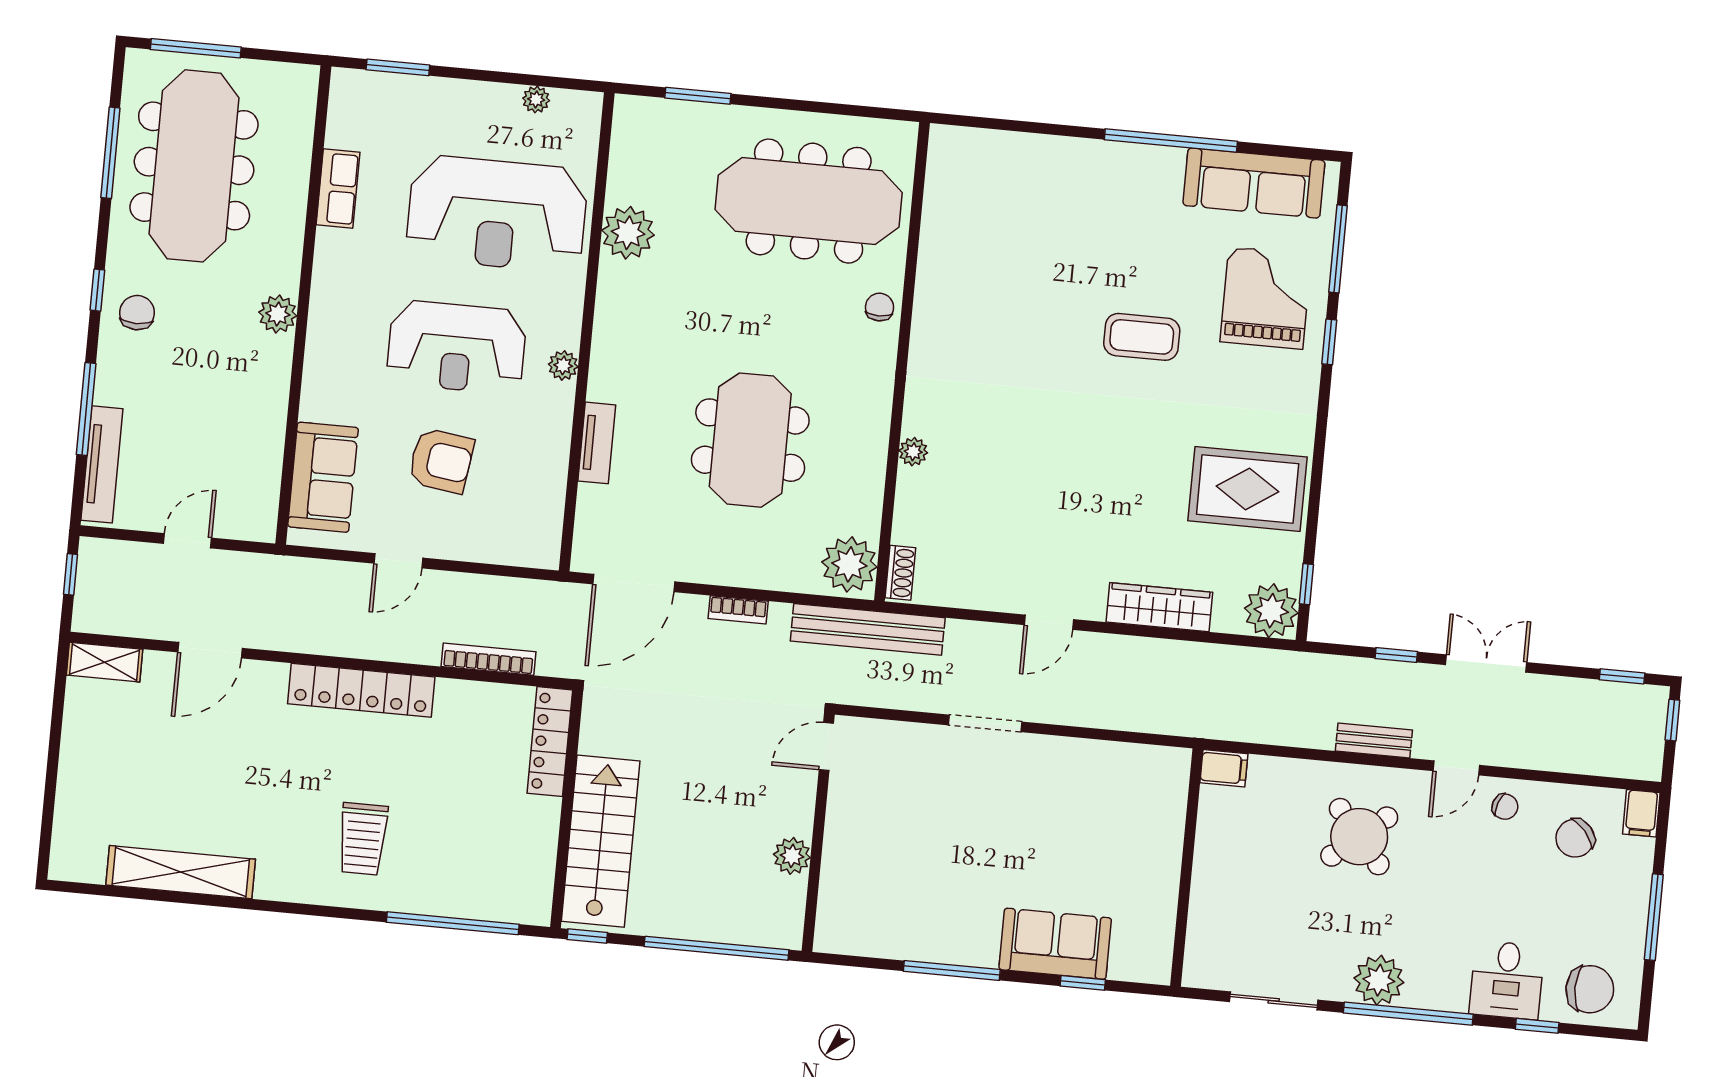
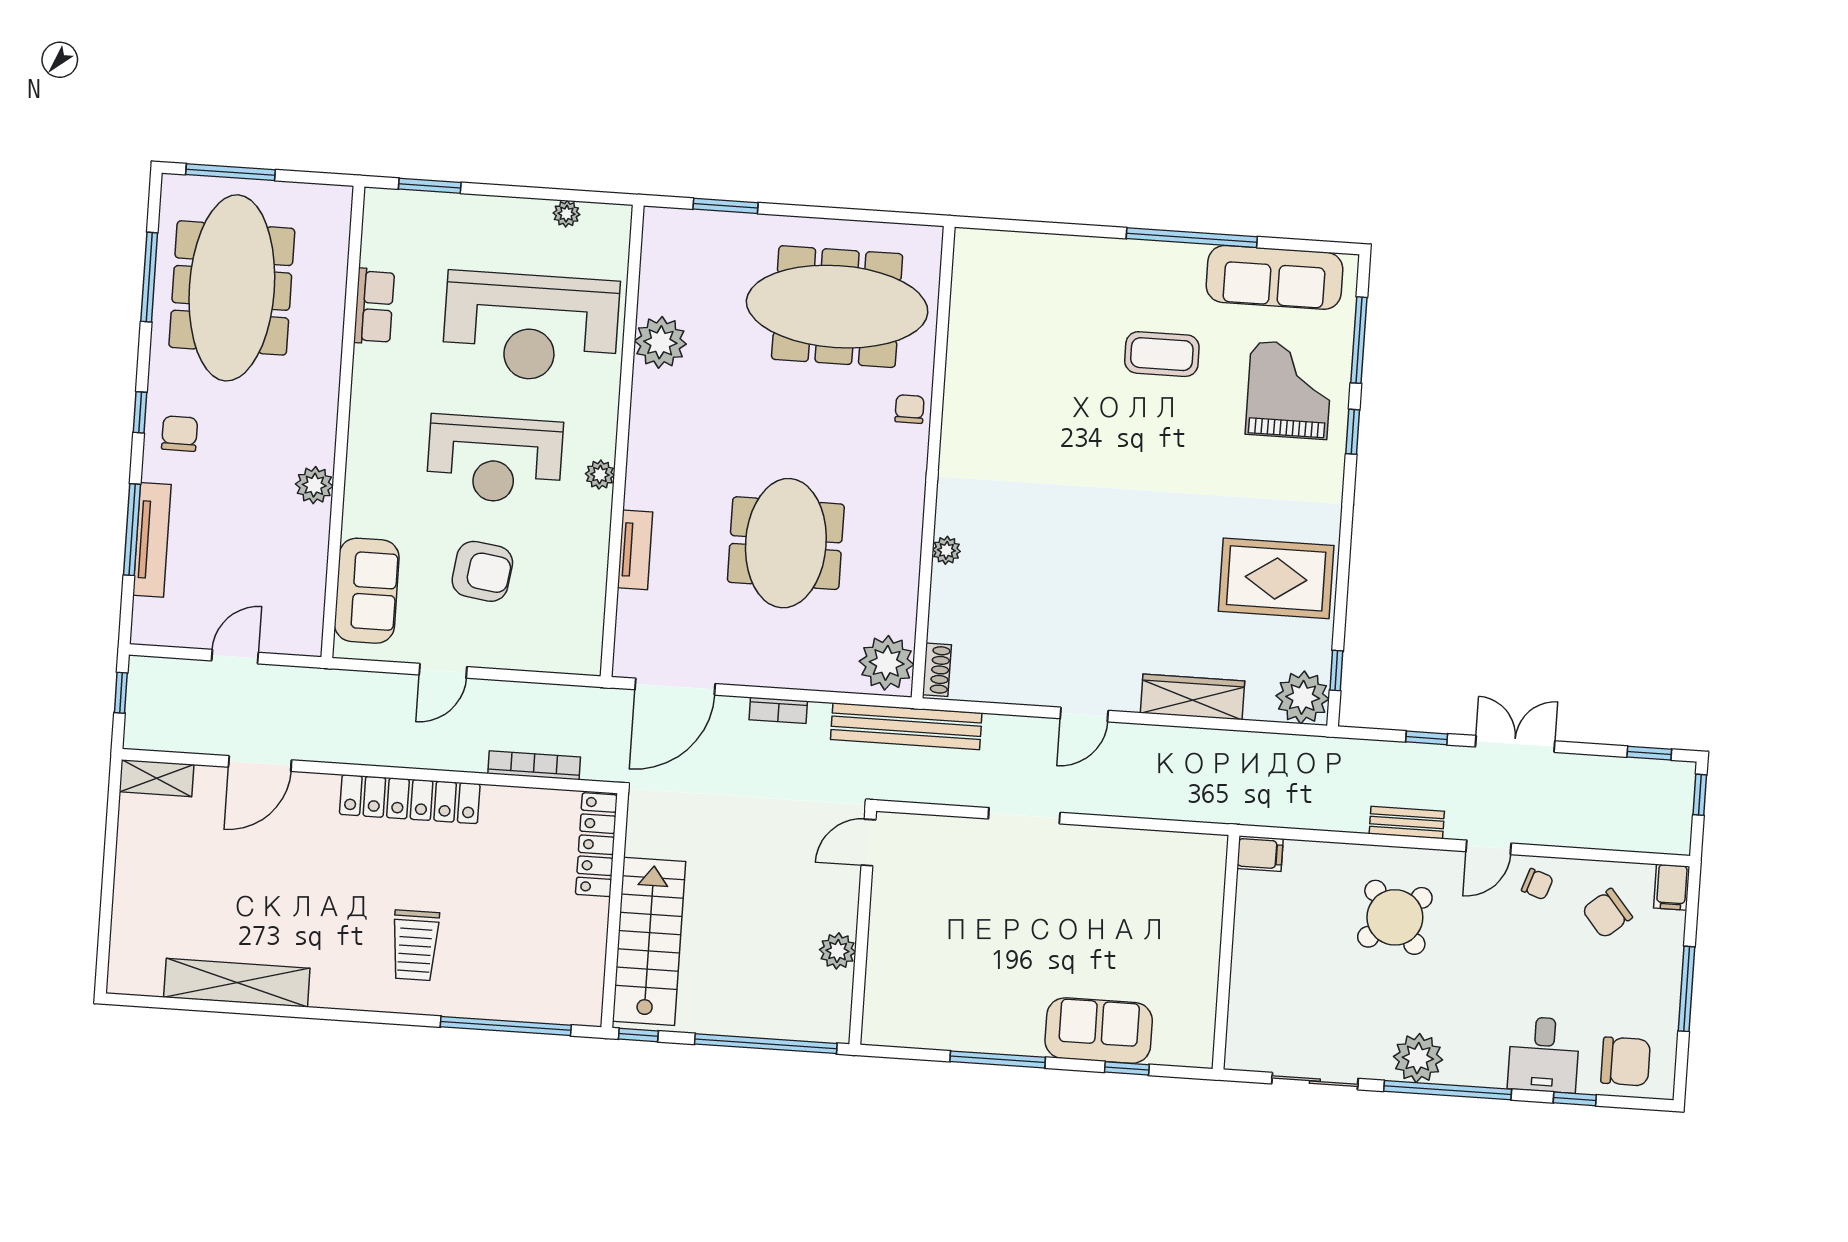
plant: (278, 314) -> (314, 485), moved
coffee table: (1142, 337) -> (1162, 354), moved
tv unit: (102, 464) -> (152, 540), moved

